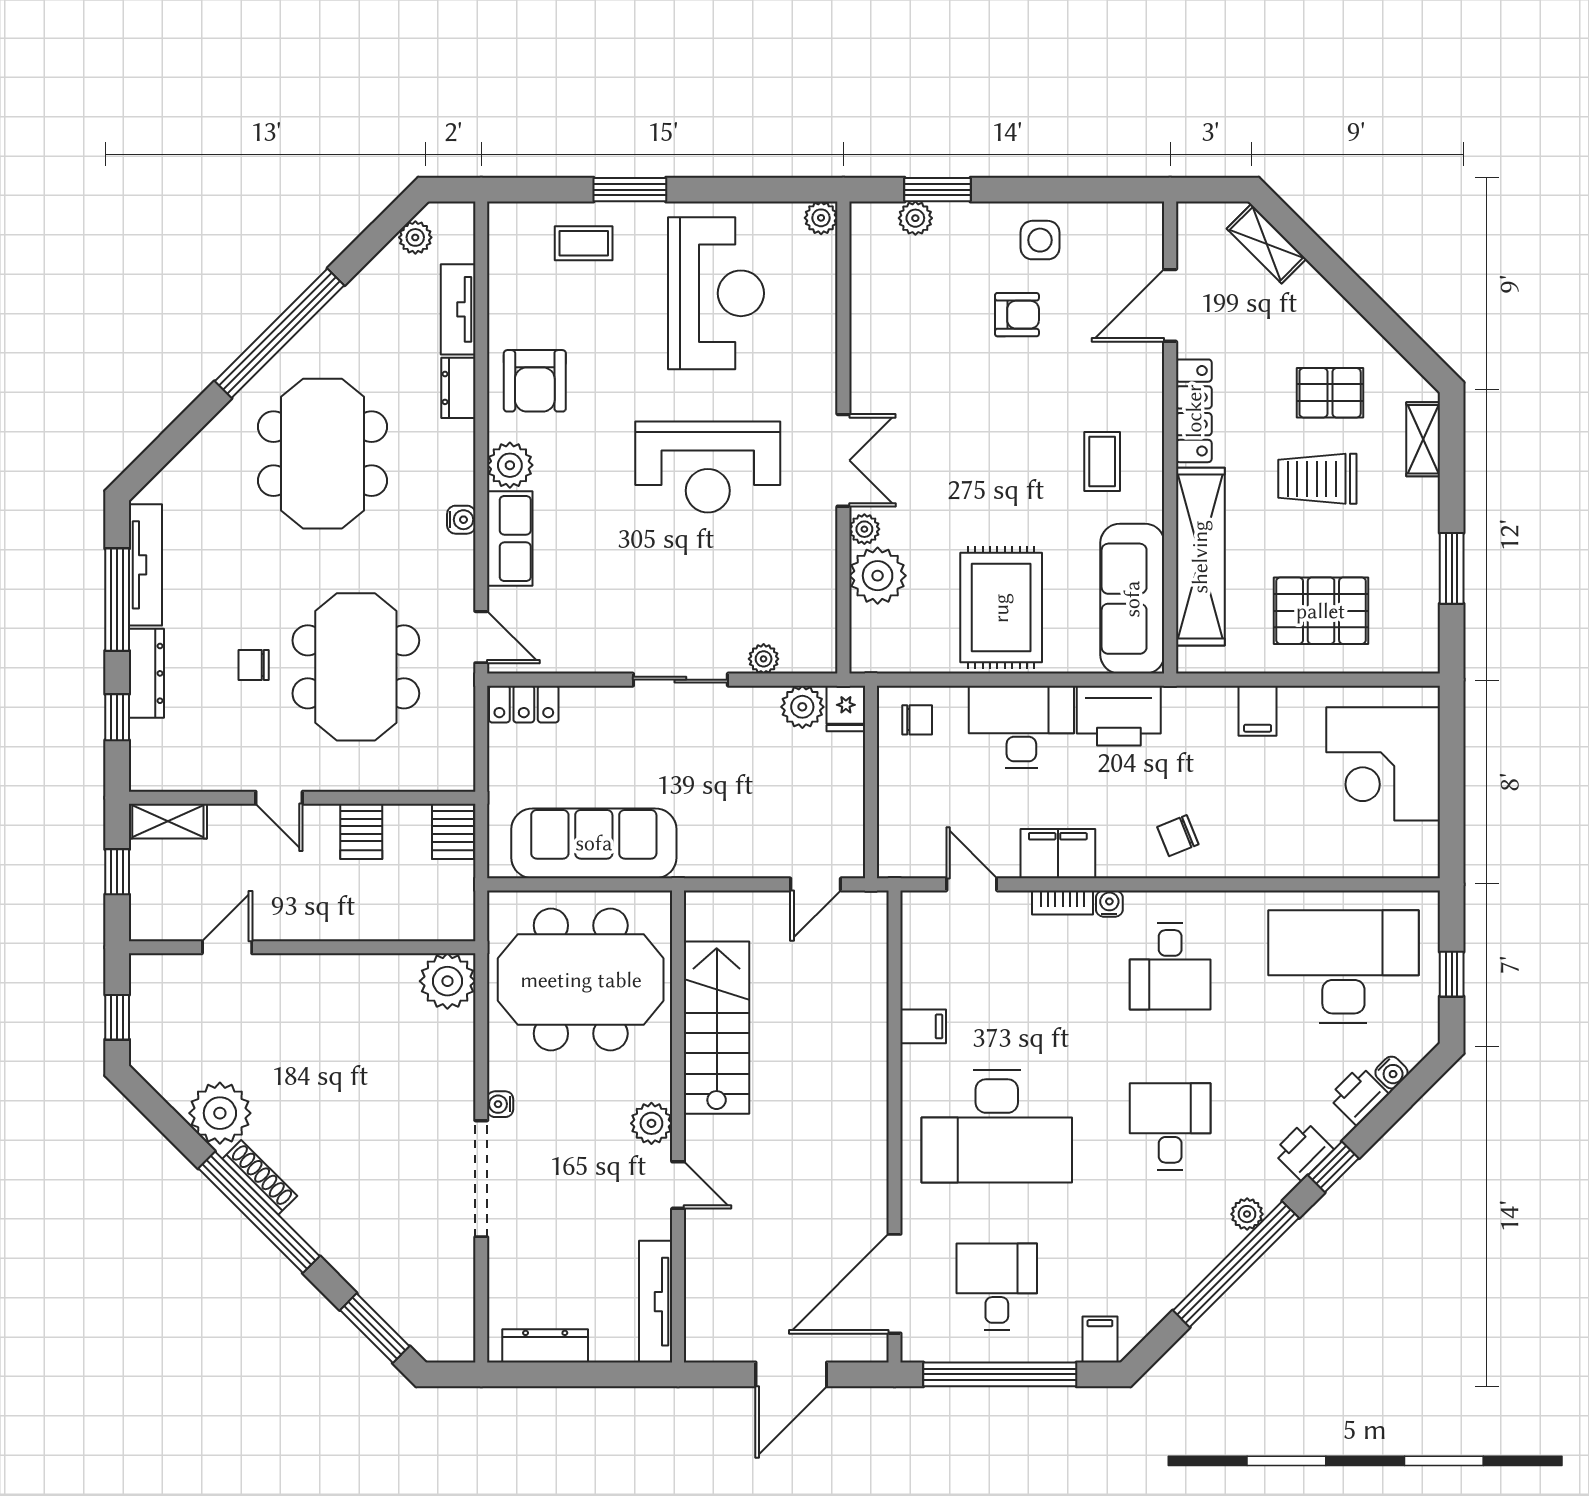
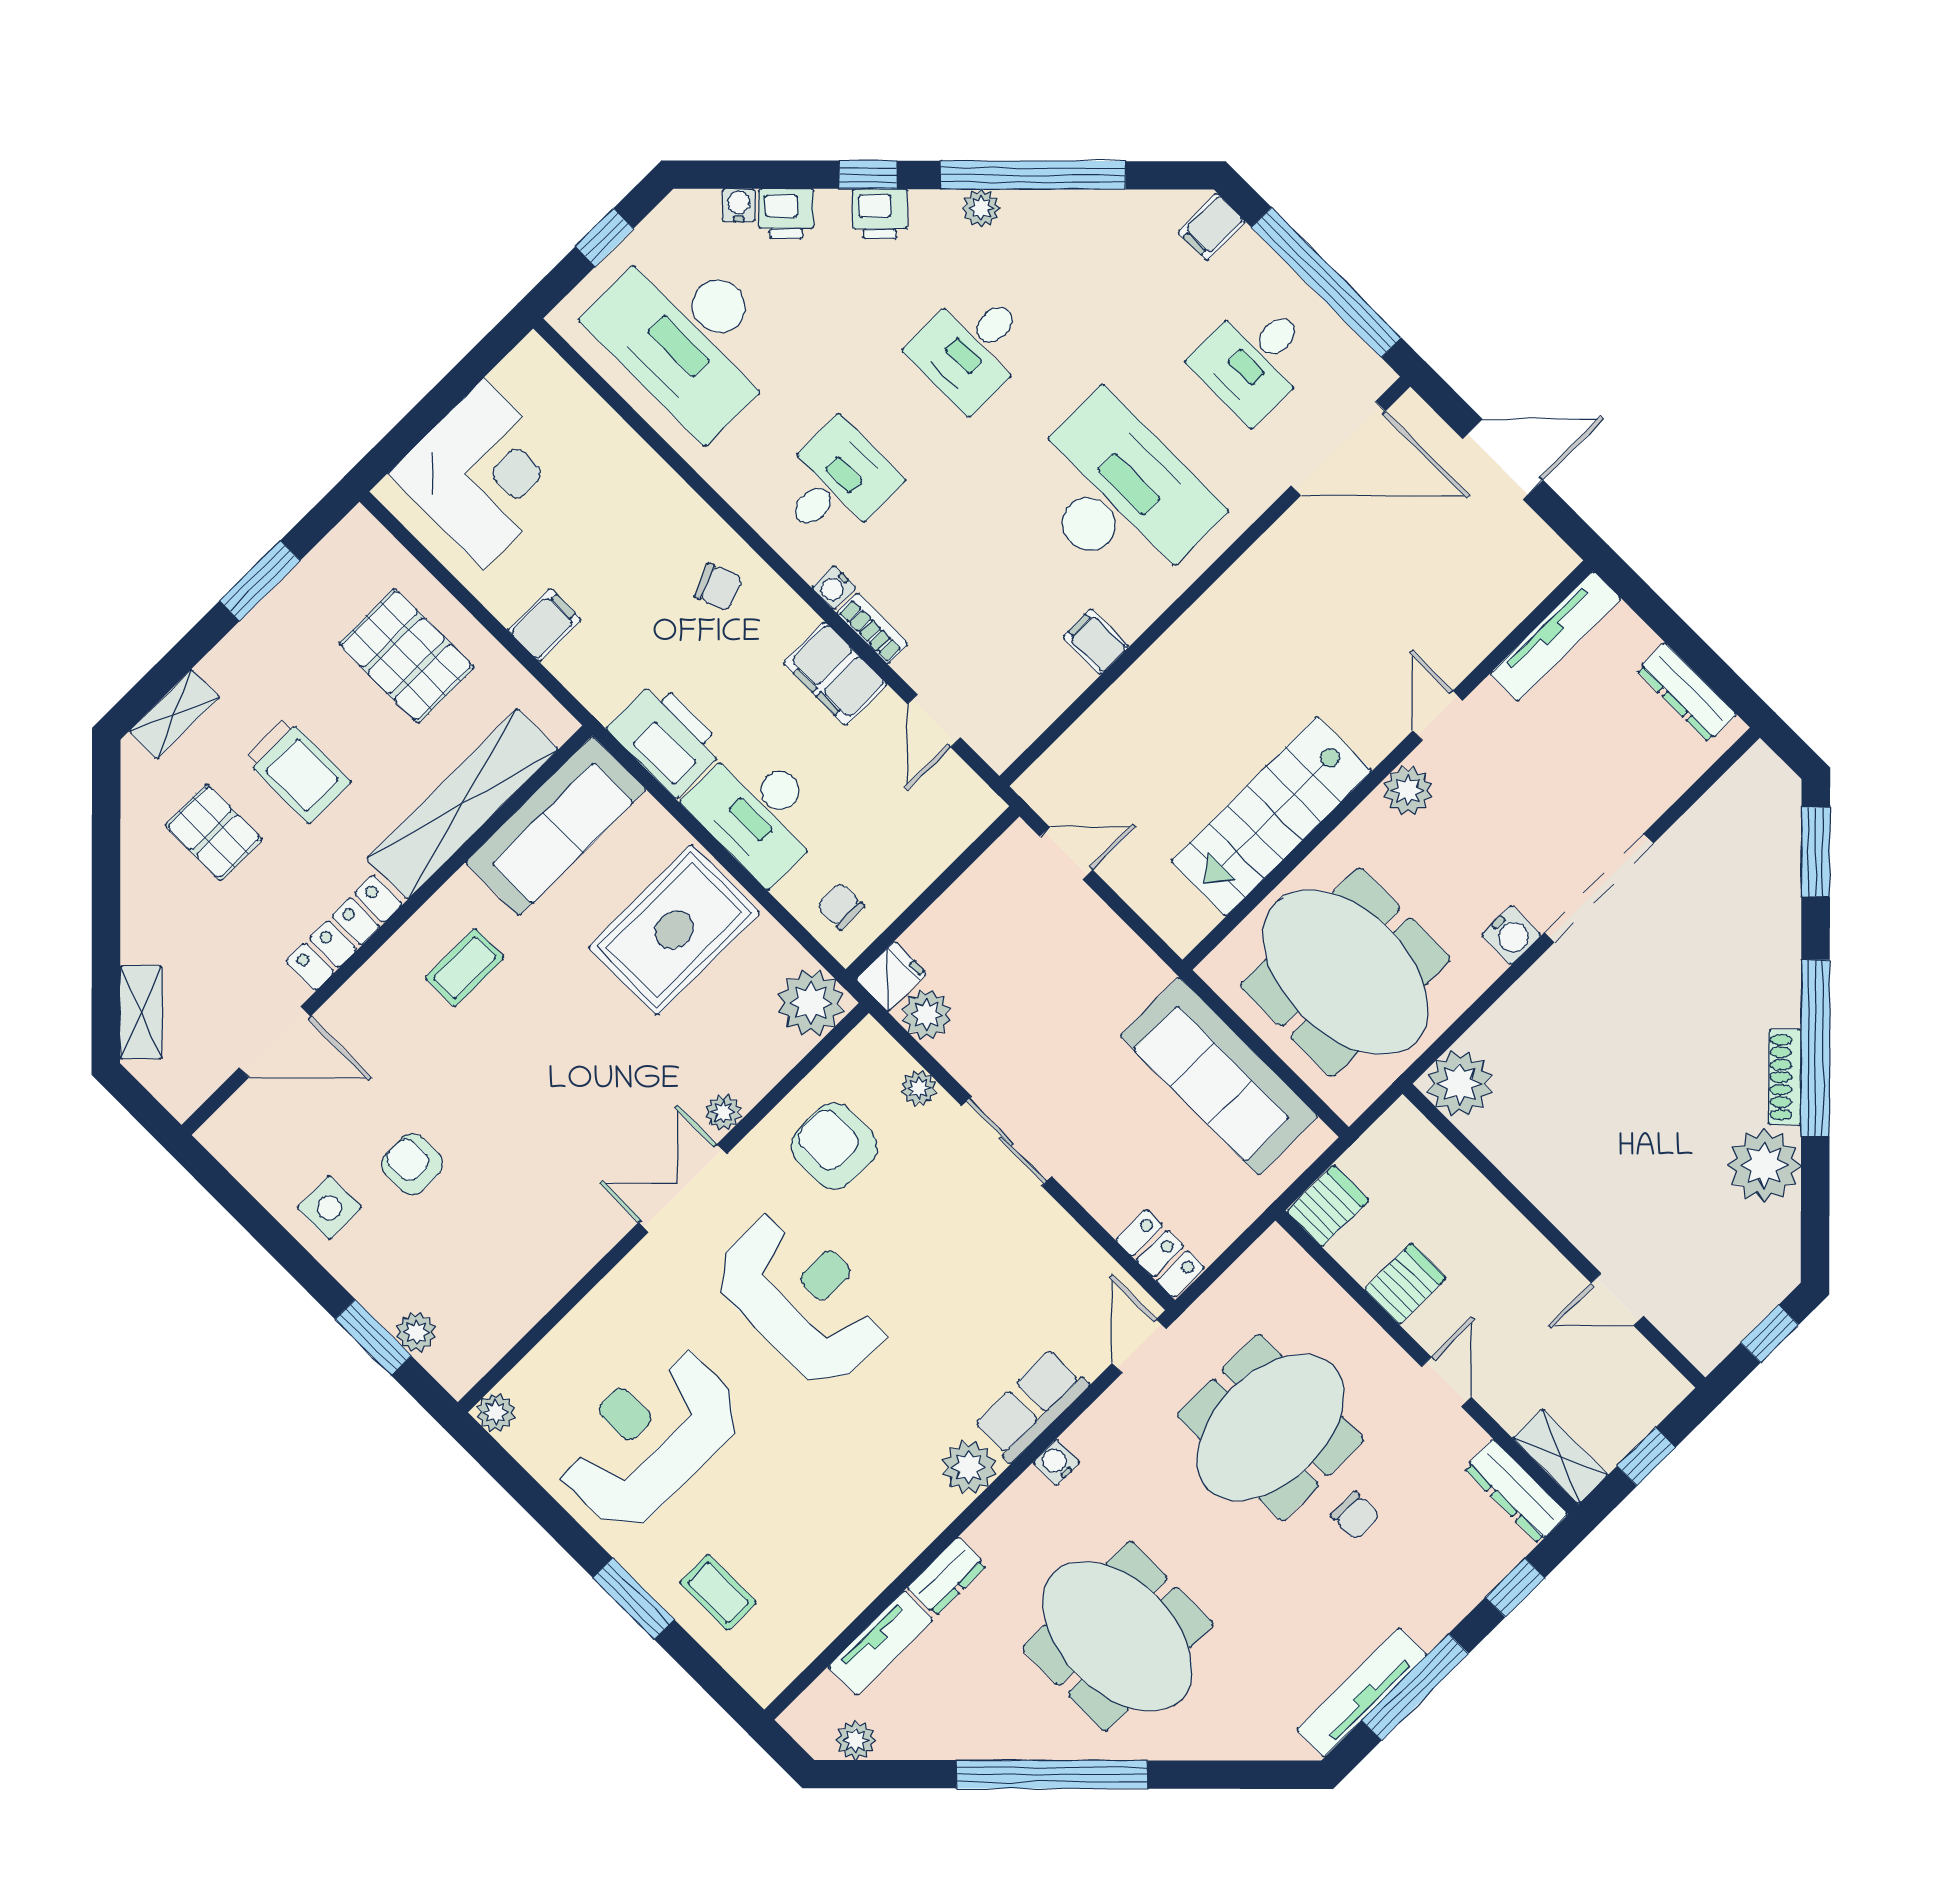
armchair: (535, 381) -> (834, 1146), moved, turned -90
meeting table: (322, 454) -> (1118, 1636), turned 90
plant: (878, 576) -> (811, 1003), moved
dresser: (146, 673) -> (1516, 1491), moved, turned -90
water cooler: (500, 1104) -> (1511, 935), width x1.38, depth x1.38

